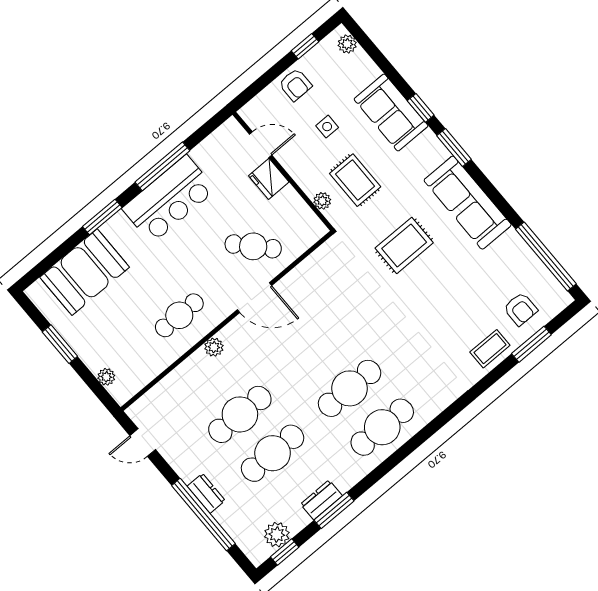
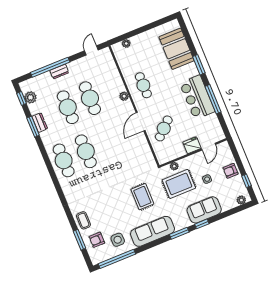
rug: (355, 180) -> (179, 184), width x1.36, depth x1.43
side table: (507, 267) -> (118, 240), added
window: (60, 344) -> (148, 27), removed

